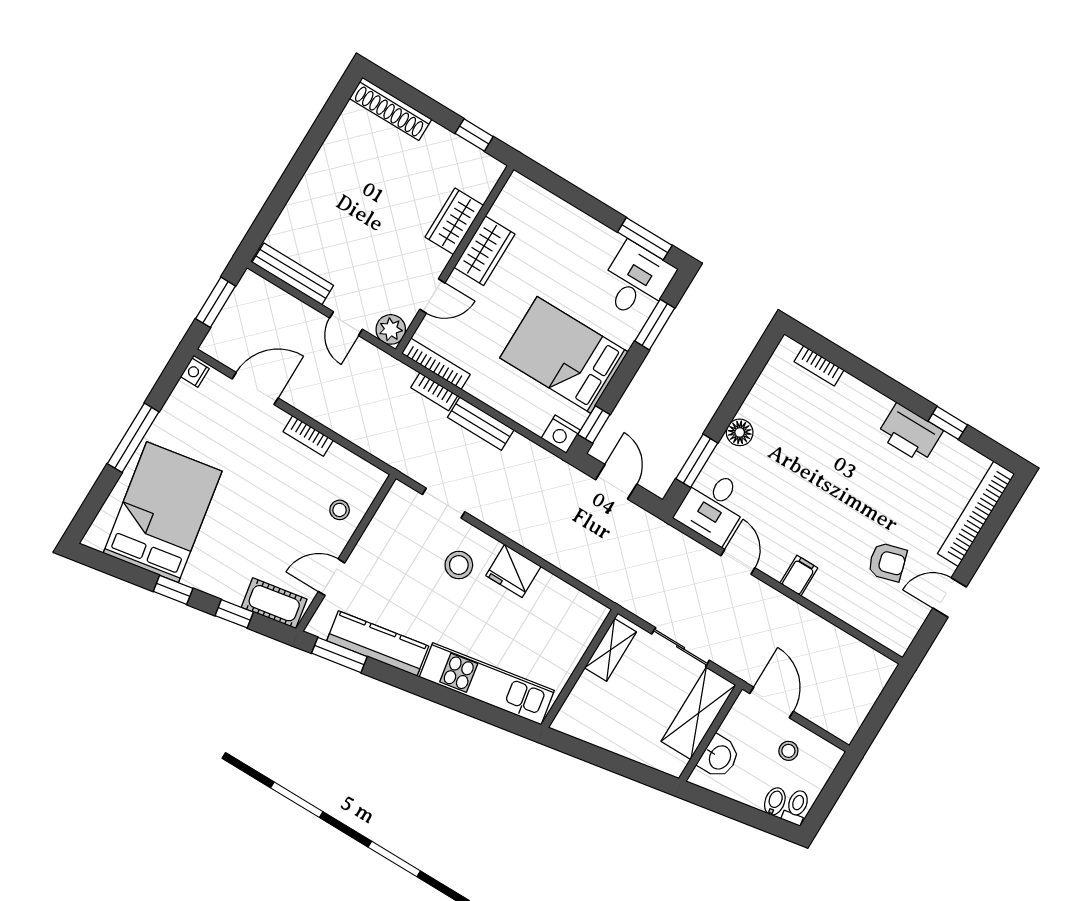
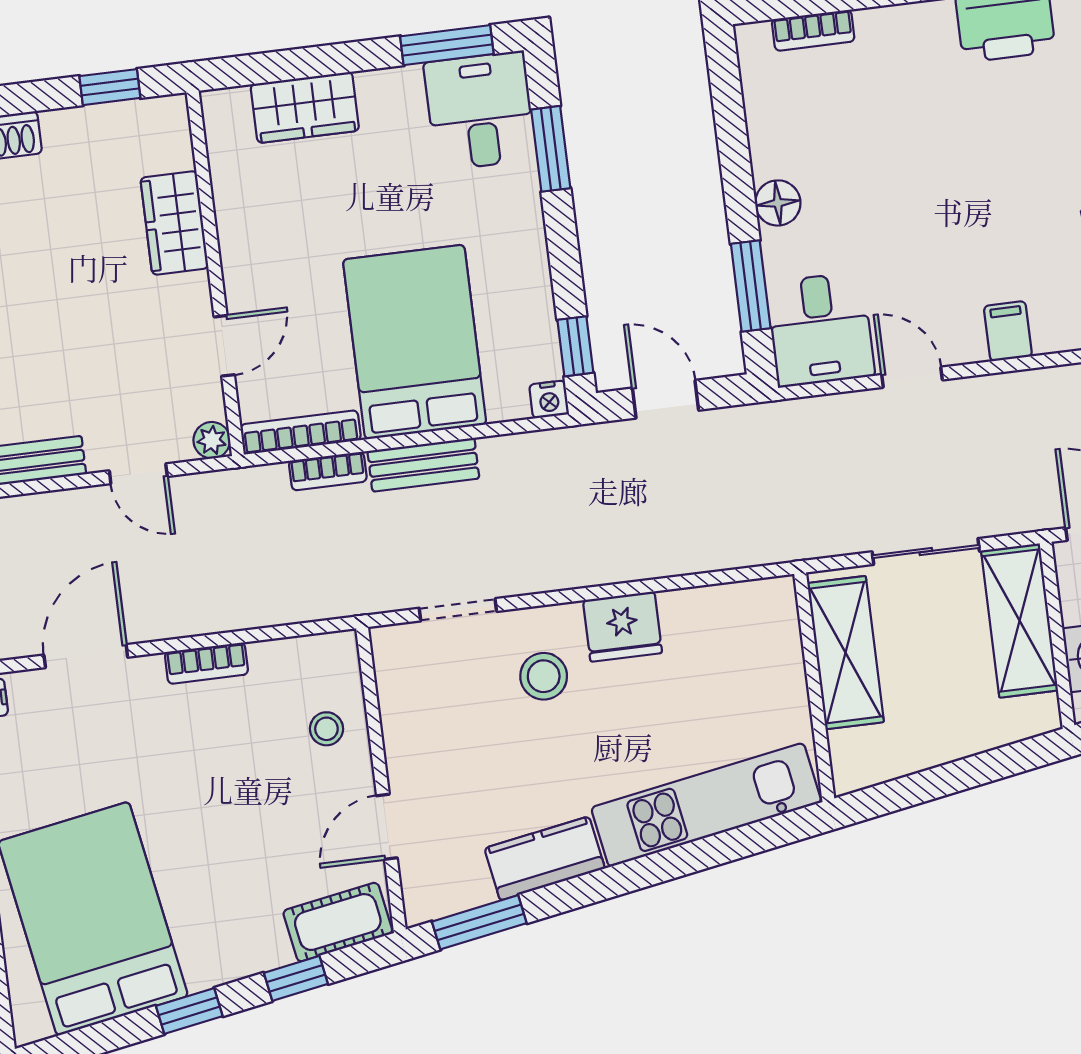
wardrobe: (484, 251) -> (305, 107), moved, turned 90
plant: (391, 329) -> (212, 440), width x0.73, depth x0.73
bed: (564, 355) -> (415, 342), moved, turned 90
nightstand: (561, 434) -> (549, 399), width x0.72, depth x0.74
kitchen counter: (378, 643) -> (545, 858), width x0.67
shelving: (610, 650) -> (846, 653), width x1.50, depth x1.33

